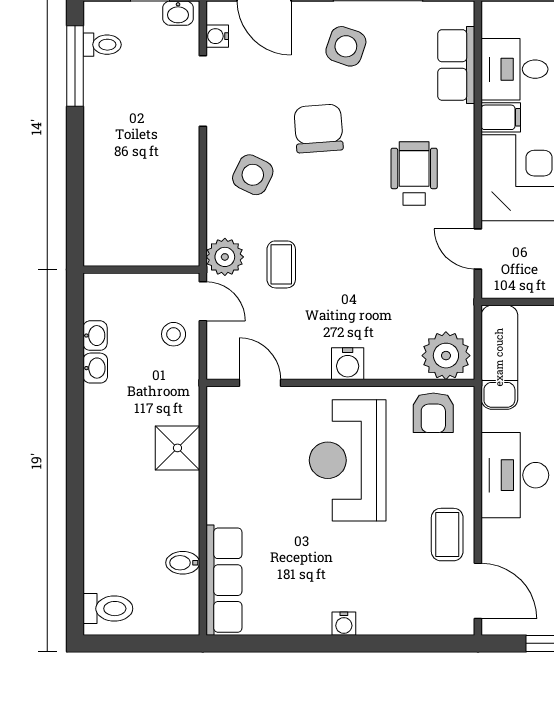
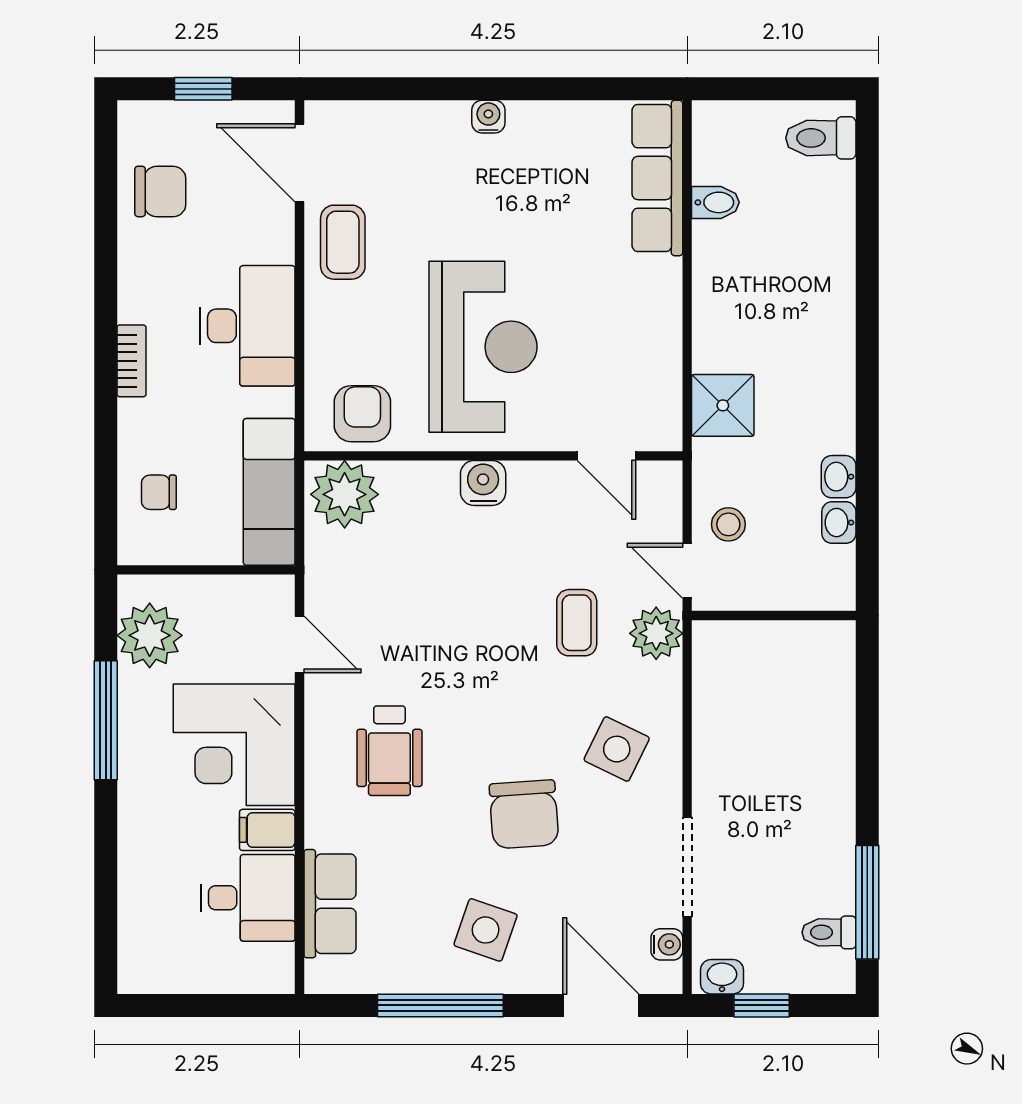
shower: (177, 448) -> (723, 405), moved

